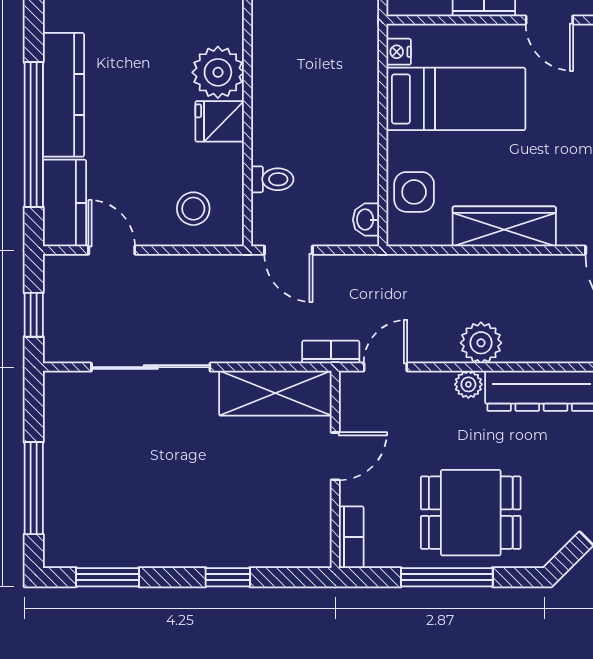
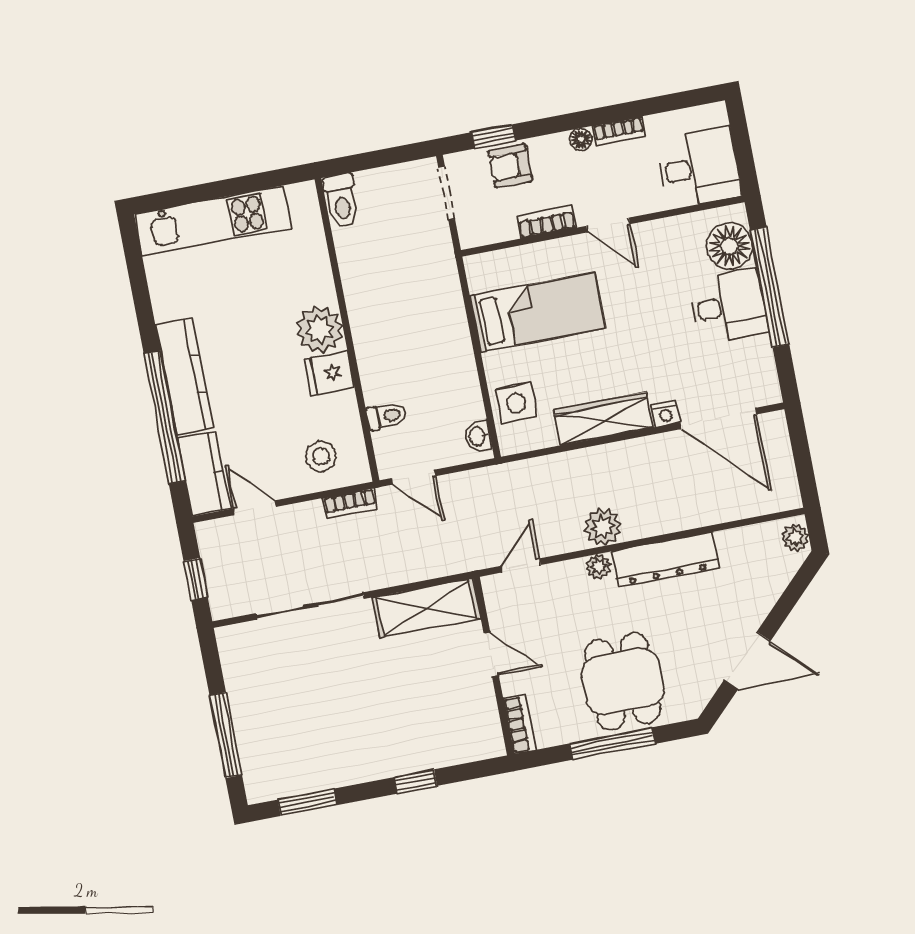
nightstand: (399, 52) -> (665, 414), moved, turned -90
bookcase: (331, 352) -> (350, 503), moved, turned 180
door: (335, 456) -> (491, 654), hinge flipped
dining table: (471, 513) -> (623, 681), turned 90

